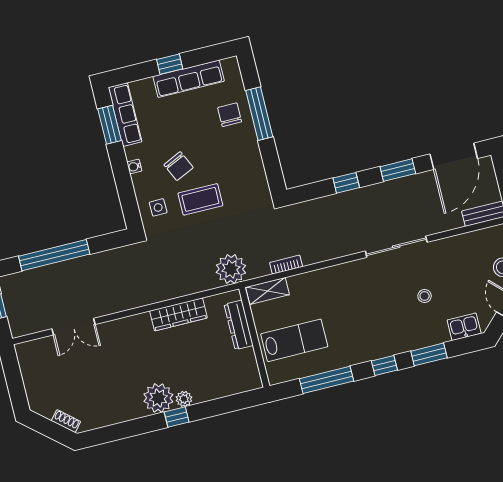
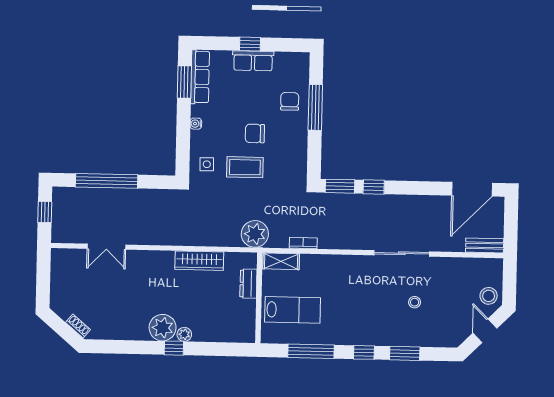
row of seats: (189, 79) -> (253, 61), width x0.68
chair: (179, 166) -> (255, 133), moved, turned 115
window: (398, 170) -> (340, 186), moved
dresser: (239, 325) -> (248, 284), width x0.70
kitchen sink: (464, 327) -> (441, 338), removed

